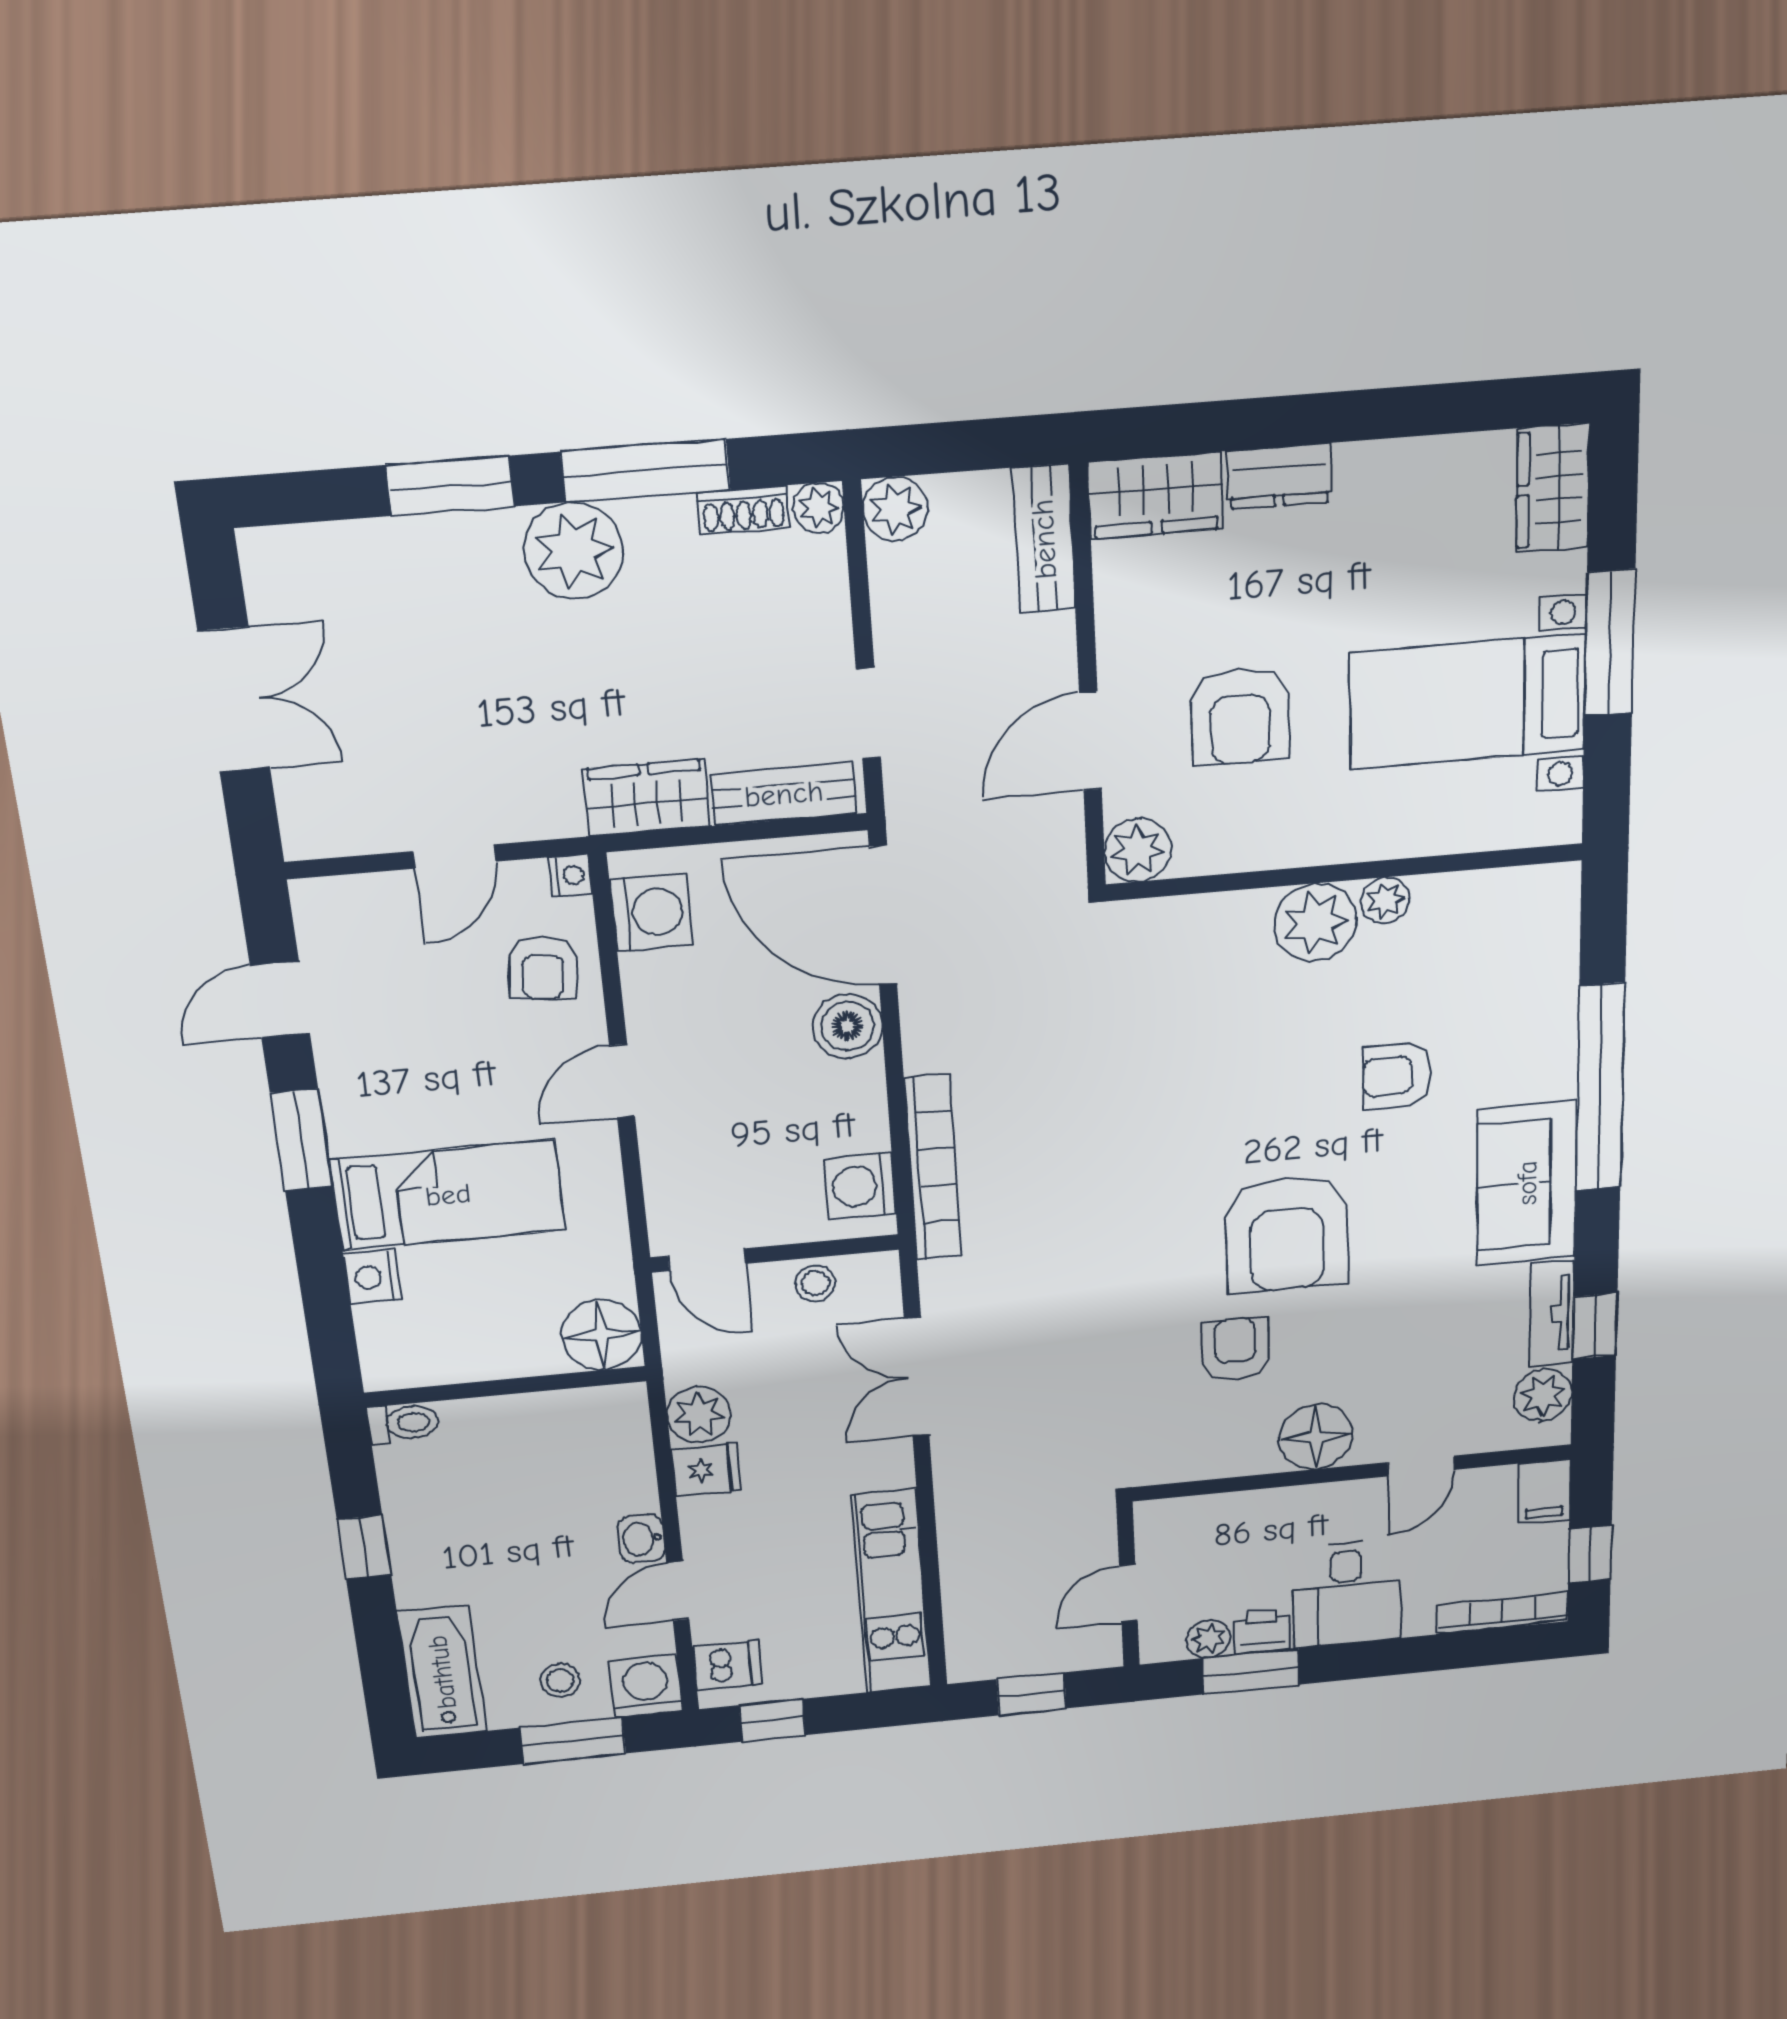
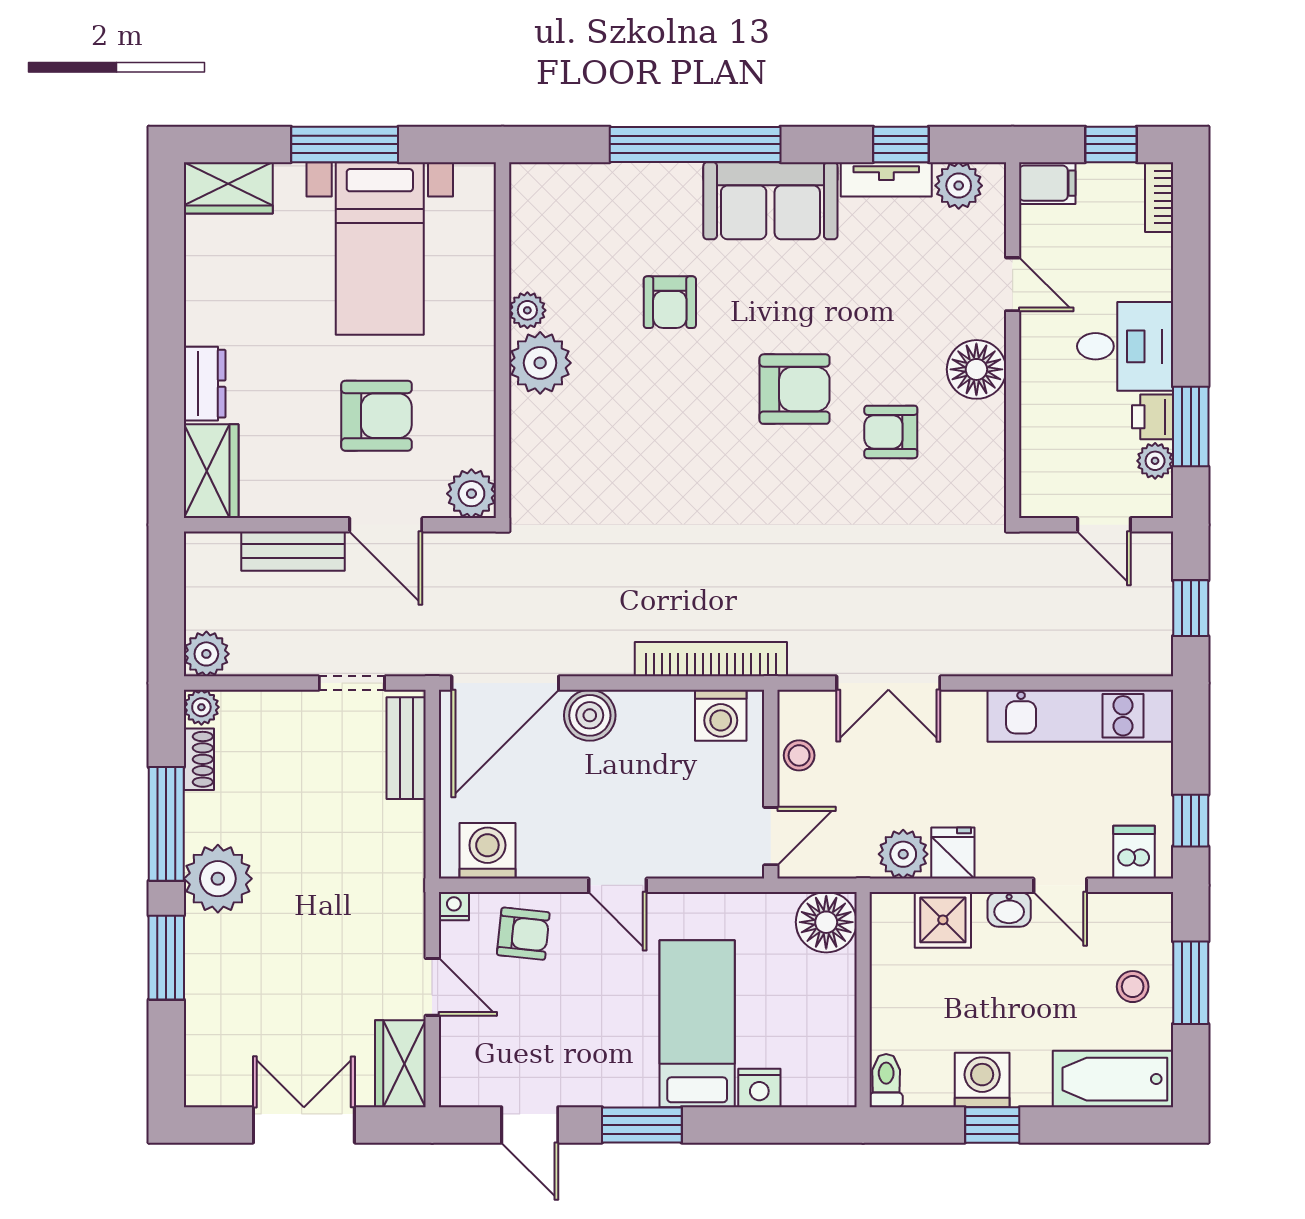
bench: (1044, 539) -> (293, 551), moved
wardrobe: (646, 798) -> (400, 1064), moved
armchair: (1287, 1234) -> (795, 389), width x0.73, depth x0.73
shower: (620, 1467) -> (943, 920), added
bookcase: (1502, 1613) -> (1159, 197), width x0.64
washing machine: (646, 1686) -> (982, 1080), moved, turned 90

